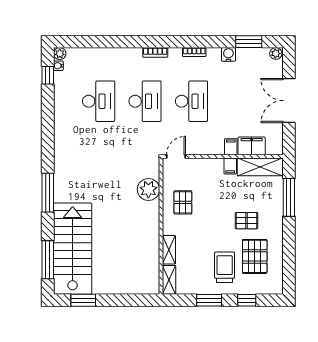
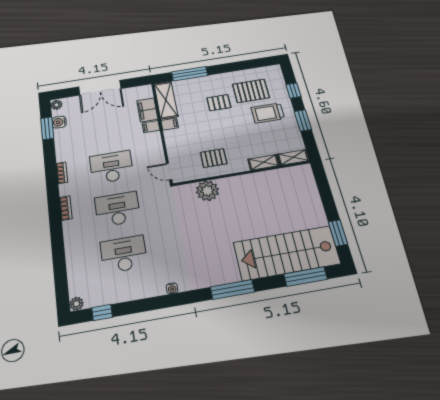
water cooler: (228, 54) -> (59, 122), moved
water cooler: (58, 66) -> (172, 288), moved
pallet: (246, 221) -> (219, 103), turned 90

